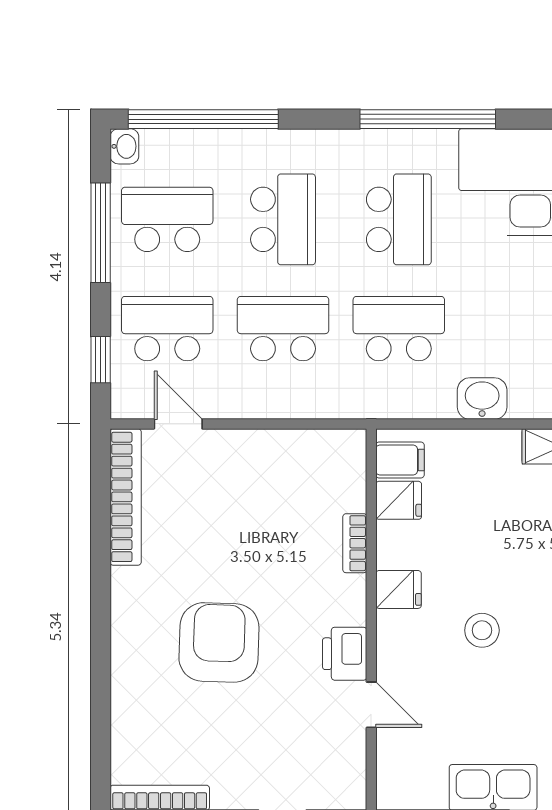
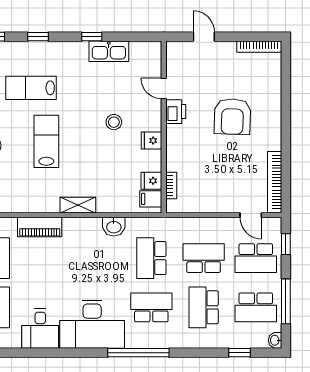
window: (203, 119) -> (240, 353), width x0.32
school desk: (399, 219) -> (151, 307), turned 90
school desk: (283, 329) -> (204, 258), turned 180
school desk: (399, 329) -> (151, 258), turned 90
bookcase: (355, 543) -> (171, 186), moved

